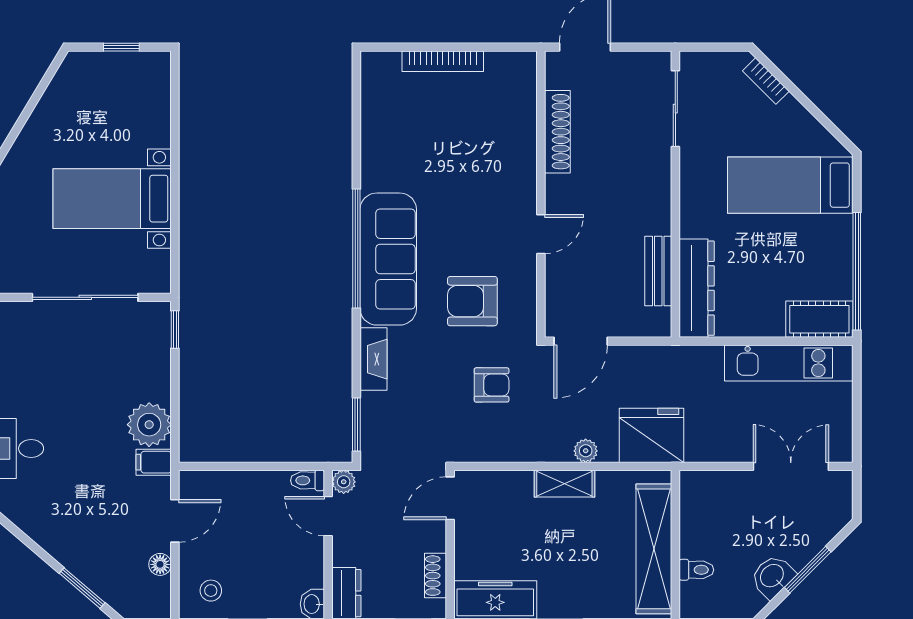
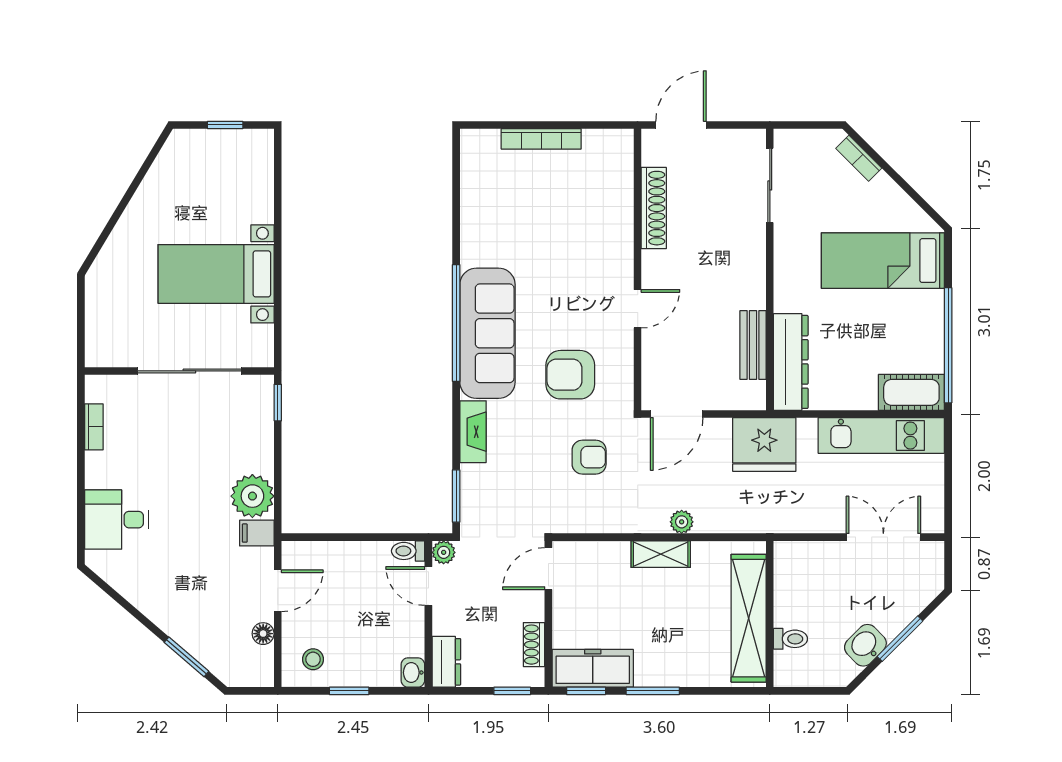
fridge: (652, 435) -> (764, 445), moved, turned 180

